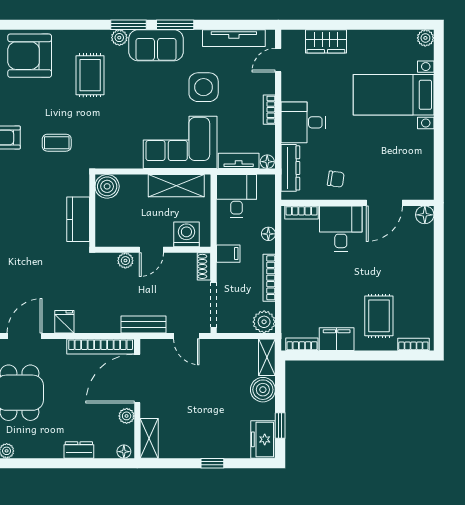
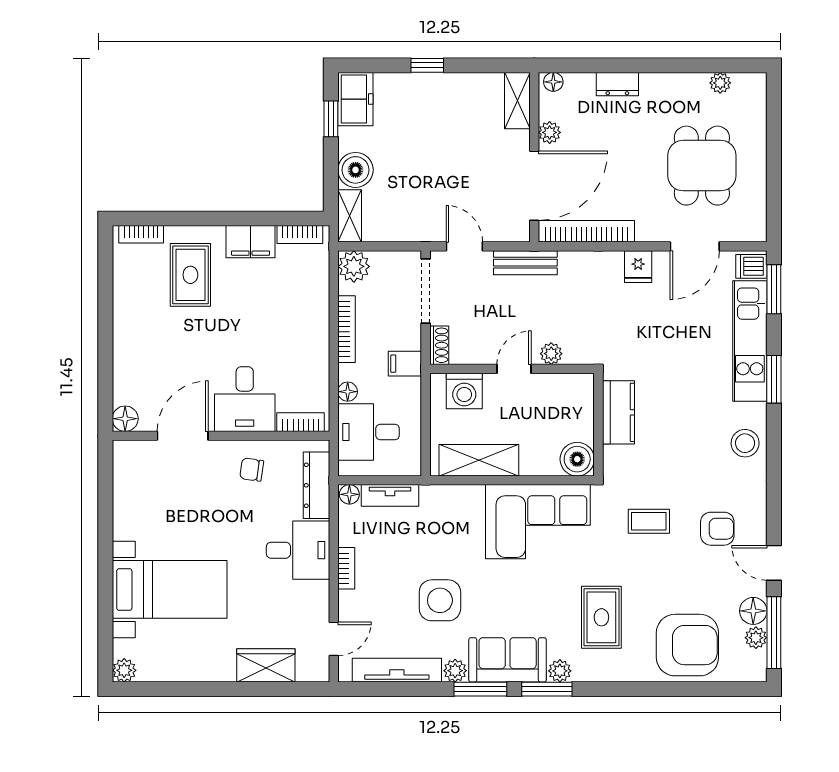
plant: (193, 38) -> (455, 671), added
corner sofa: (180, 142) -> (538, 522), moved
desk: (236, 196) -> (369, 432), moved, turned 90

